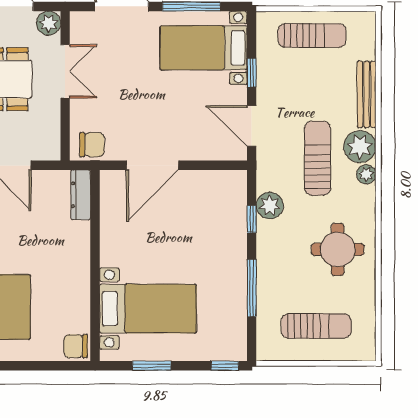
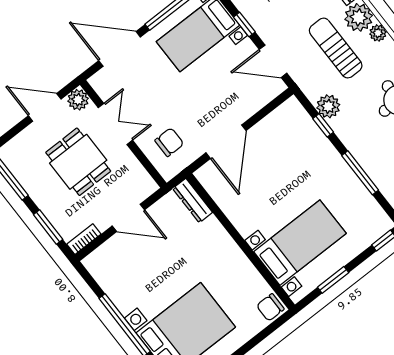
chair: (92, 145) -> (169, 142), moved

